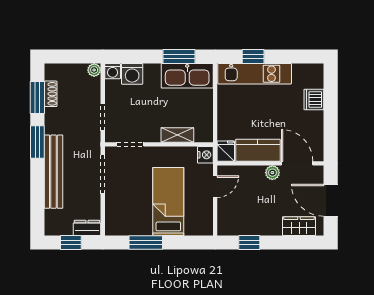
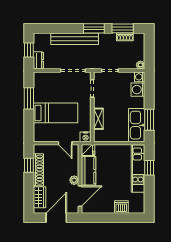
shoe rack: (256, 228) -> (38, 170), added

